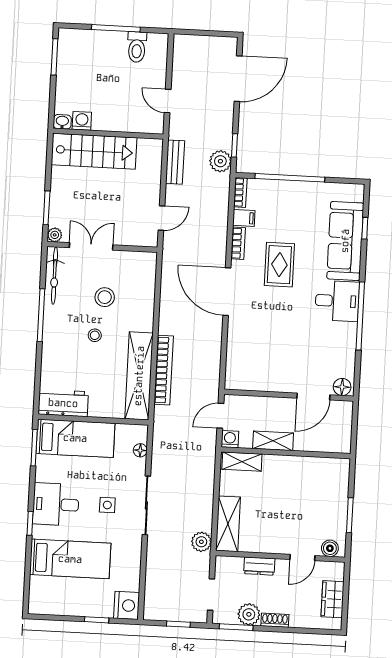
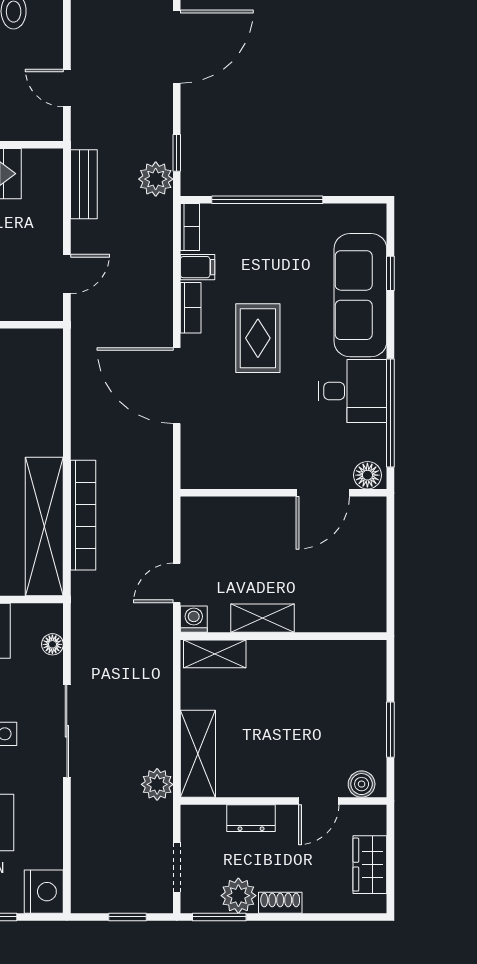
floor lamp: (342, 387) -> (367, 475), moved
wall: (289, 395) -> (284, 493), moved
door: (313, 396) -> (323, 493), moved

